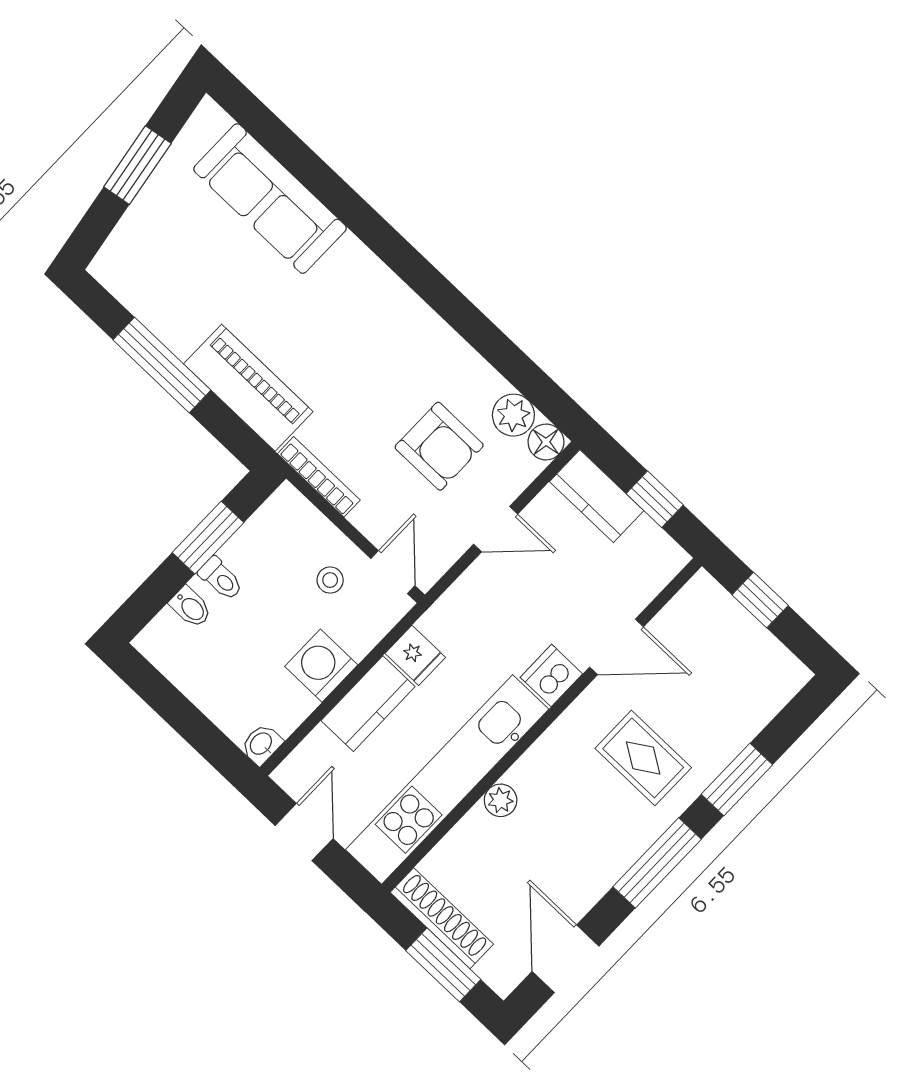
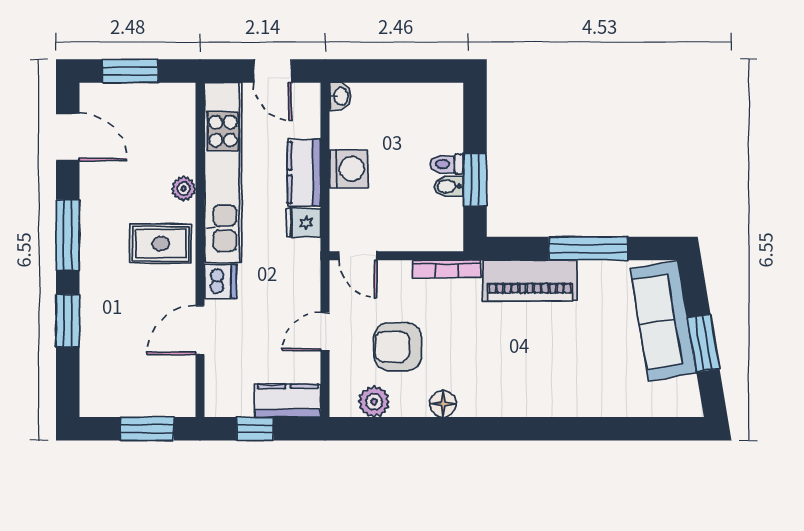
sofa: (270, 199) -> (663, 321), moved, turned -99
floor lamp: (546, 442) -> (443, 404), moved
stool: (330, 580) -> (388, 219), removed
window: (760, 600) -> (147, 429), width x1.50
bidet: (191, 607) -> (449, 186), moved
rug: (643, 758) -> (161, 244), moved
shoe rack: (442, 918) -> (155, 95), removed

